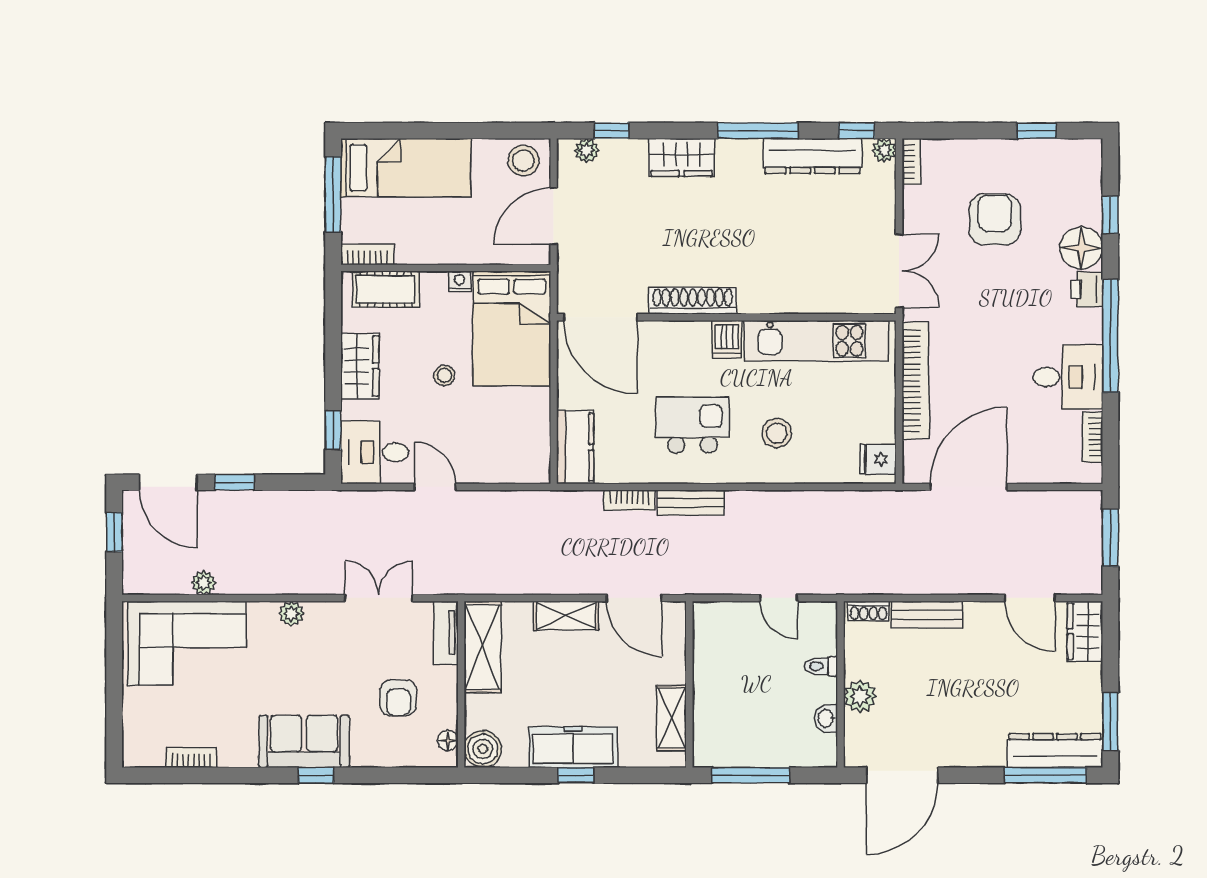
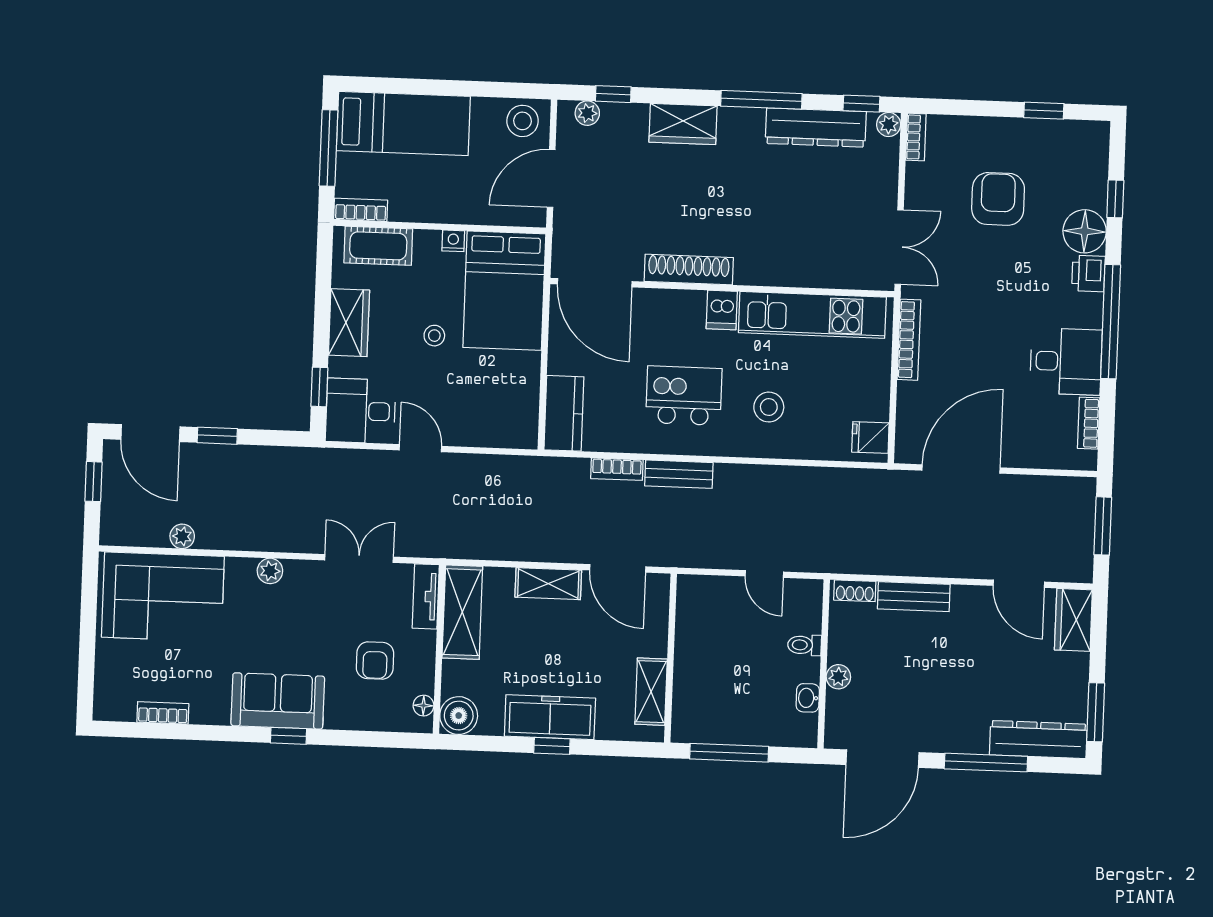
bookcase: (915, 381) -> (909, 340), width x0.68, depth x0.76
plant: (860, 696) -> (838, 677), width x0.73, depth x0.73
window: (1045, 775) -> (986, 763), moved

